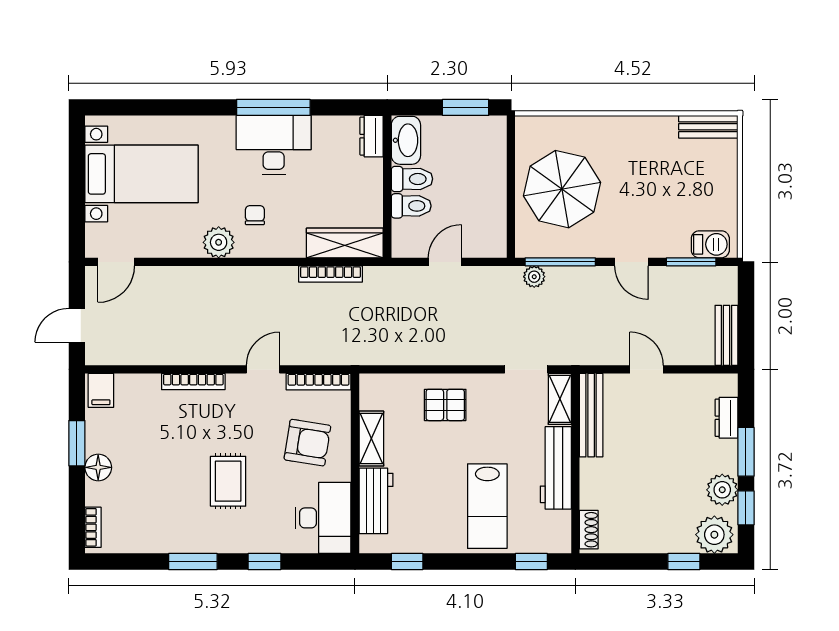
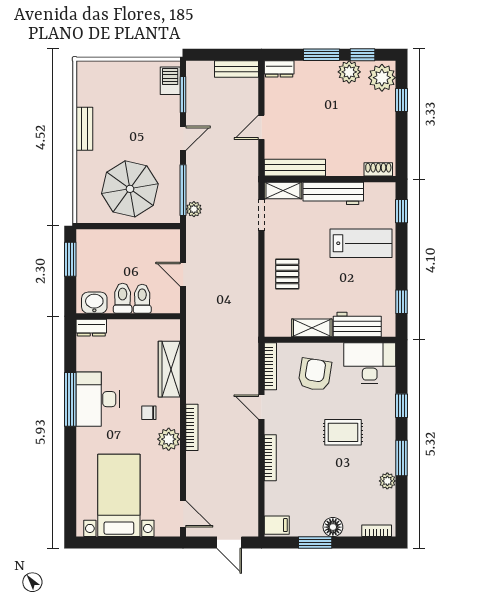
bench: (708, 127) -> (84, 129), moved
washbasin: (406, 140) -> (94, 303), width x0.72
wardrobe: (345, 243) -> (169, 369), moved
bookcase: (331, 274) -> (192, 427), moved
dresser: (727, 418) -> (279, 69), moved
plant: (161, 542) -> (387, 481), added

